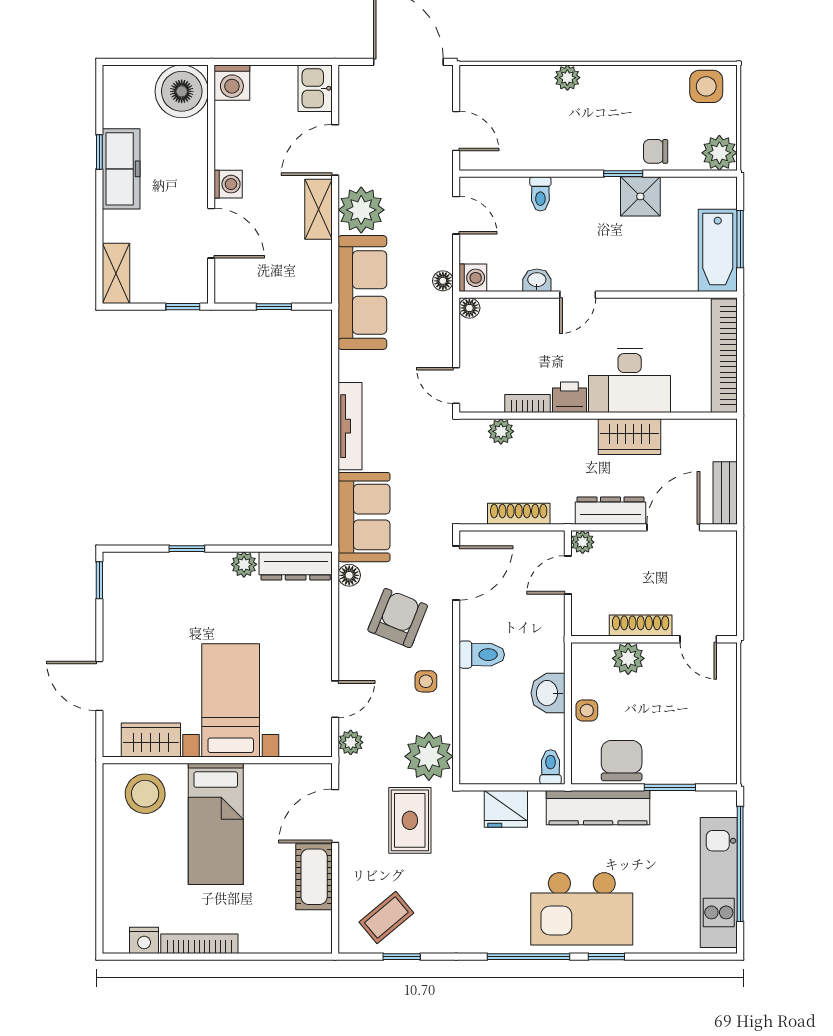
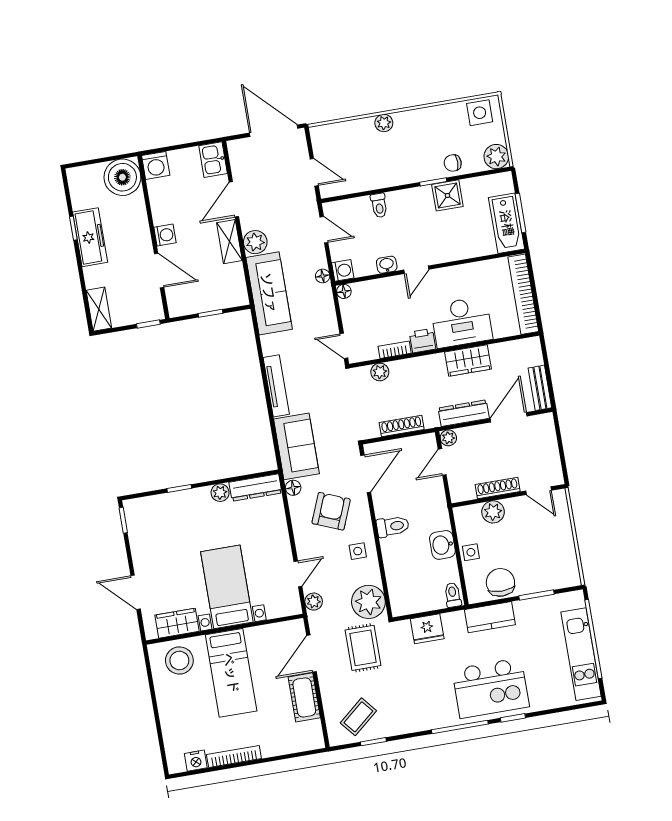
plant: (361, 210) -> (255, 242), width x0.73, depth x0.73
kitchen counter: (598, 808) -> (490, 617), width x0.67

